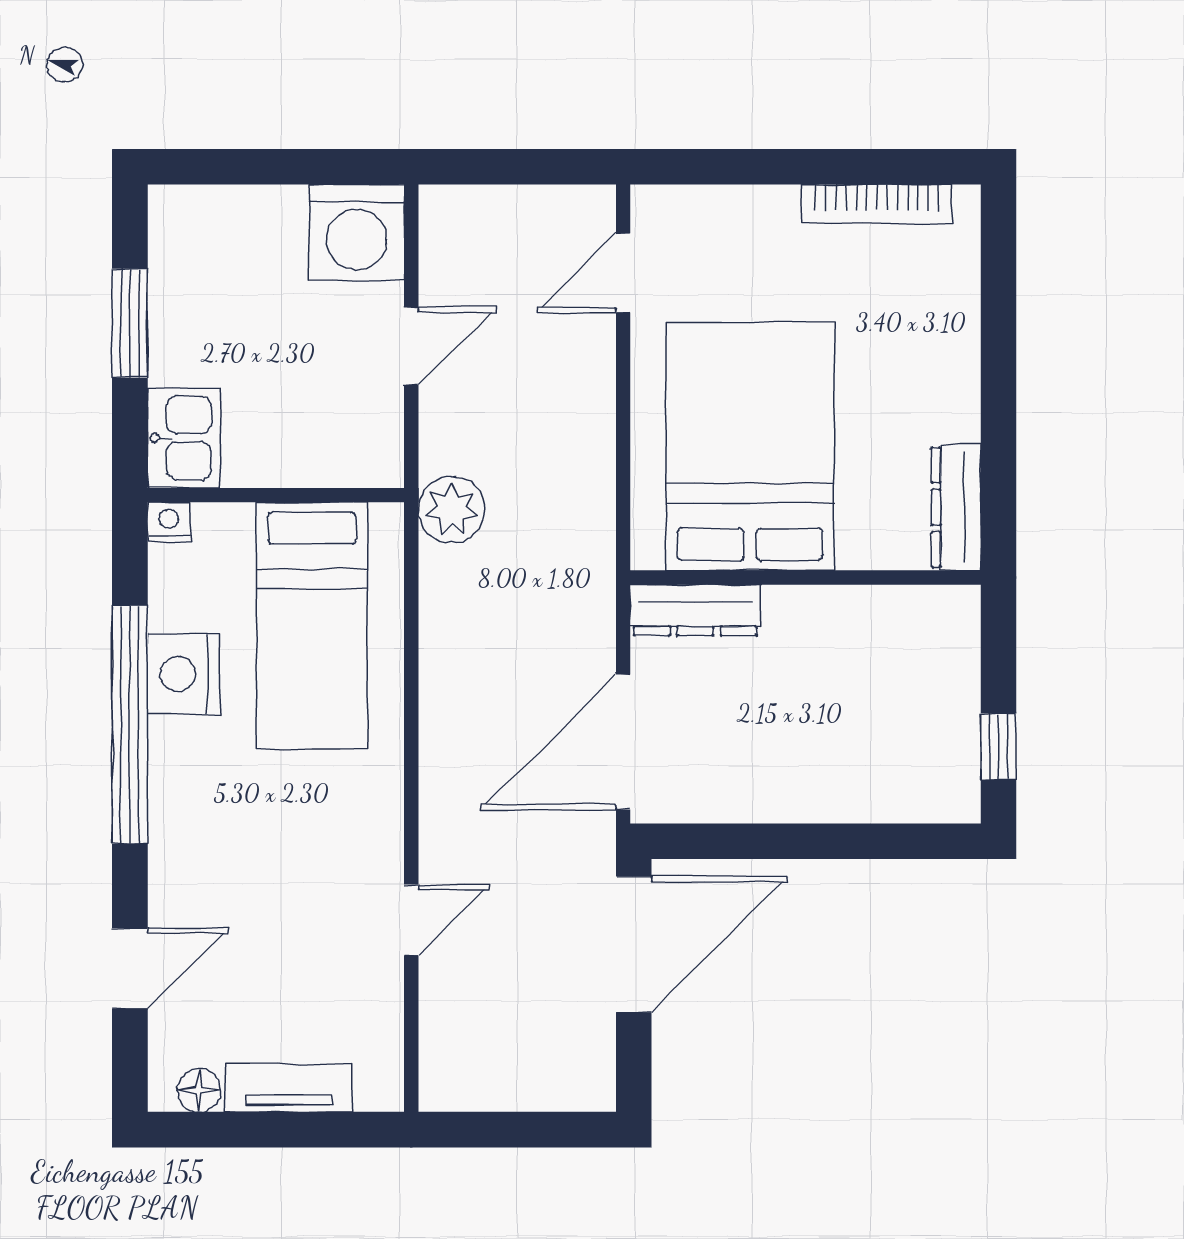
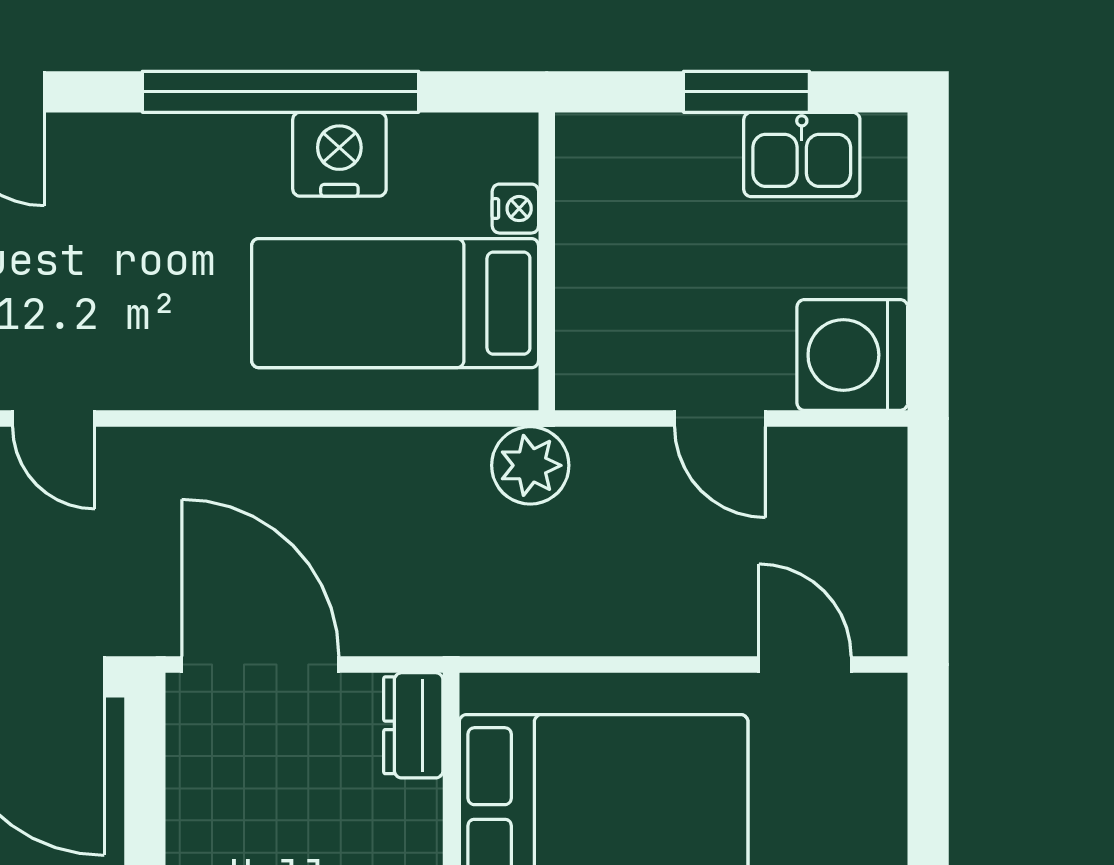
kitchen sink: (184, 438) -> (802, 154), moved
nightstand: (169, 522) -> (515, 209), moved
dresser: (695, 610) -> (413, 725), width x0.70

